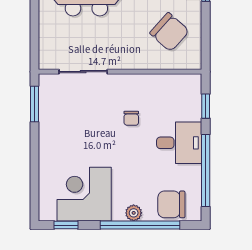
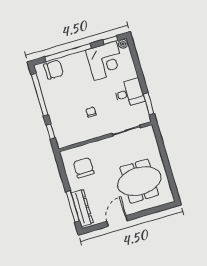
chair: (169, 32) -> (84, 168), turned 48
desk: (179, 143) -> (129, 93), moved, turned 180
plant: (134, 213) -> (123, 44), moved

